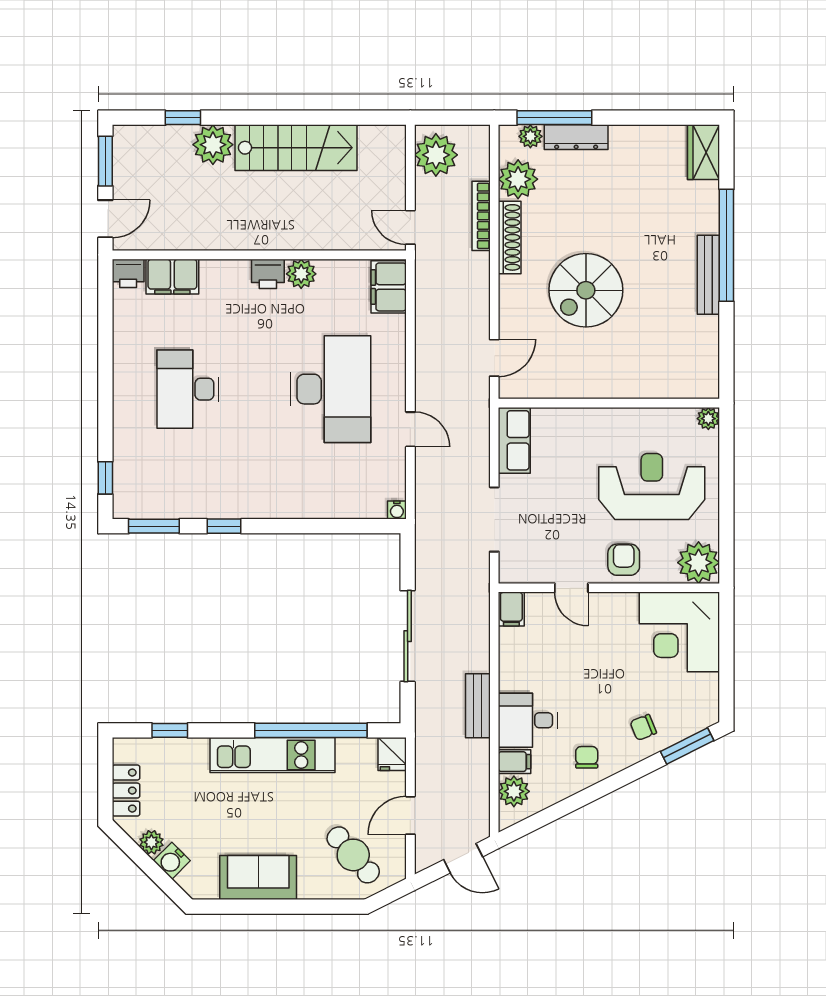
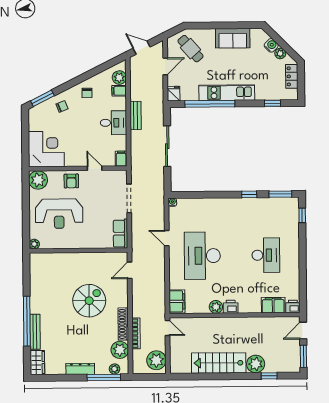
dresser: (576, 137) -> (80, 369), moved
bench: (708, 275) -> (35, 332), moved
desk: (528, 720) -> (113, 123), moved

